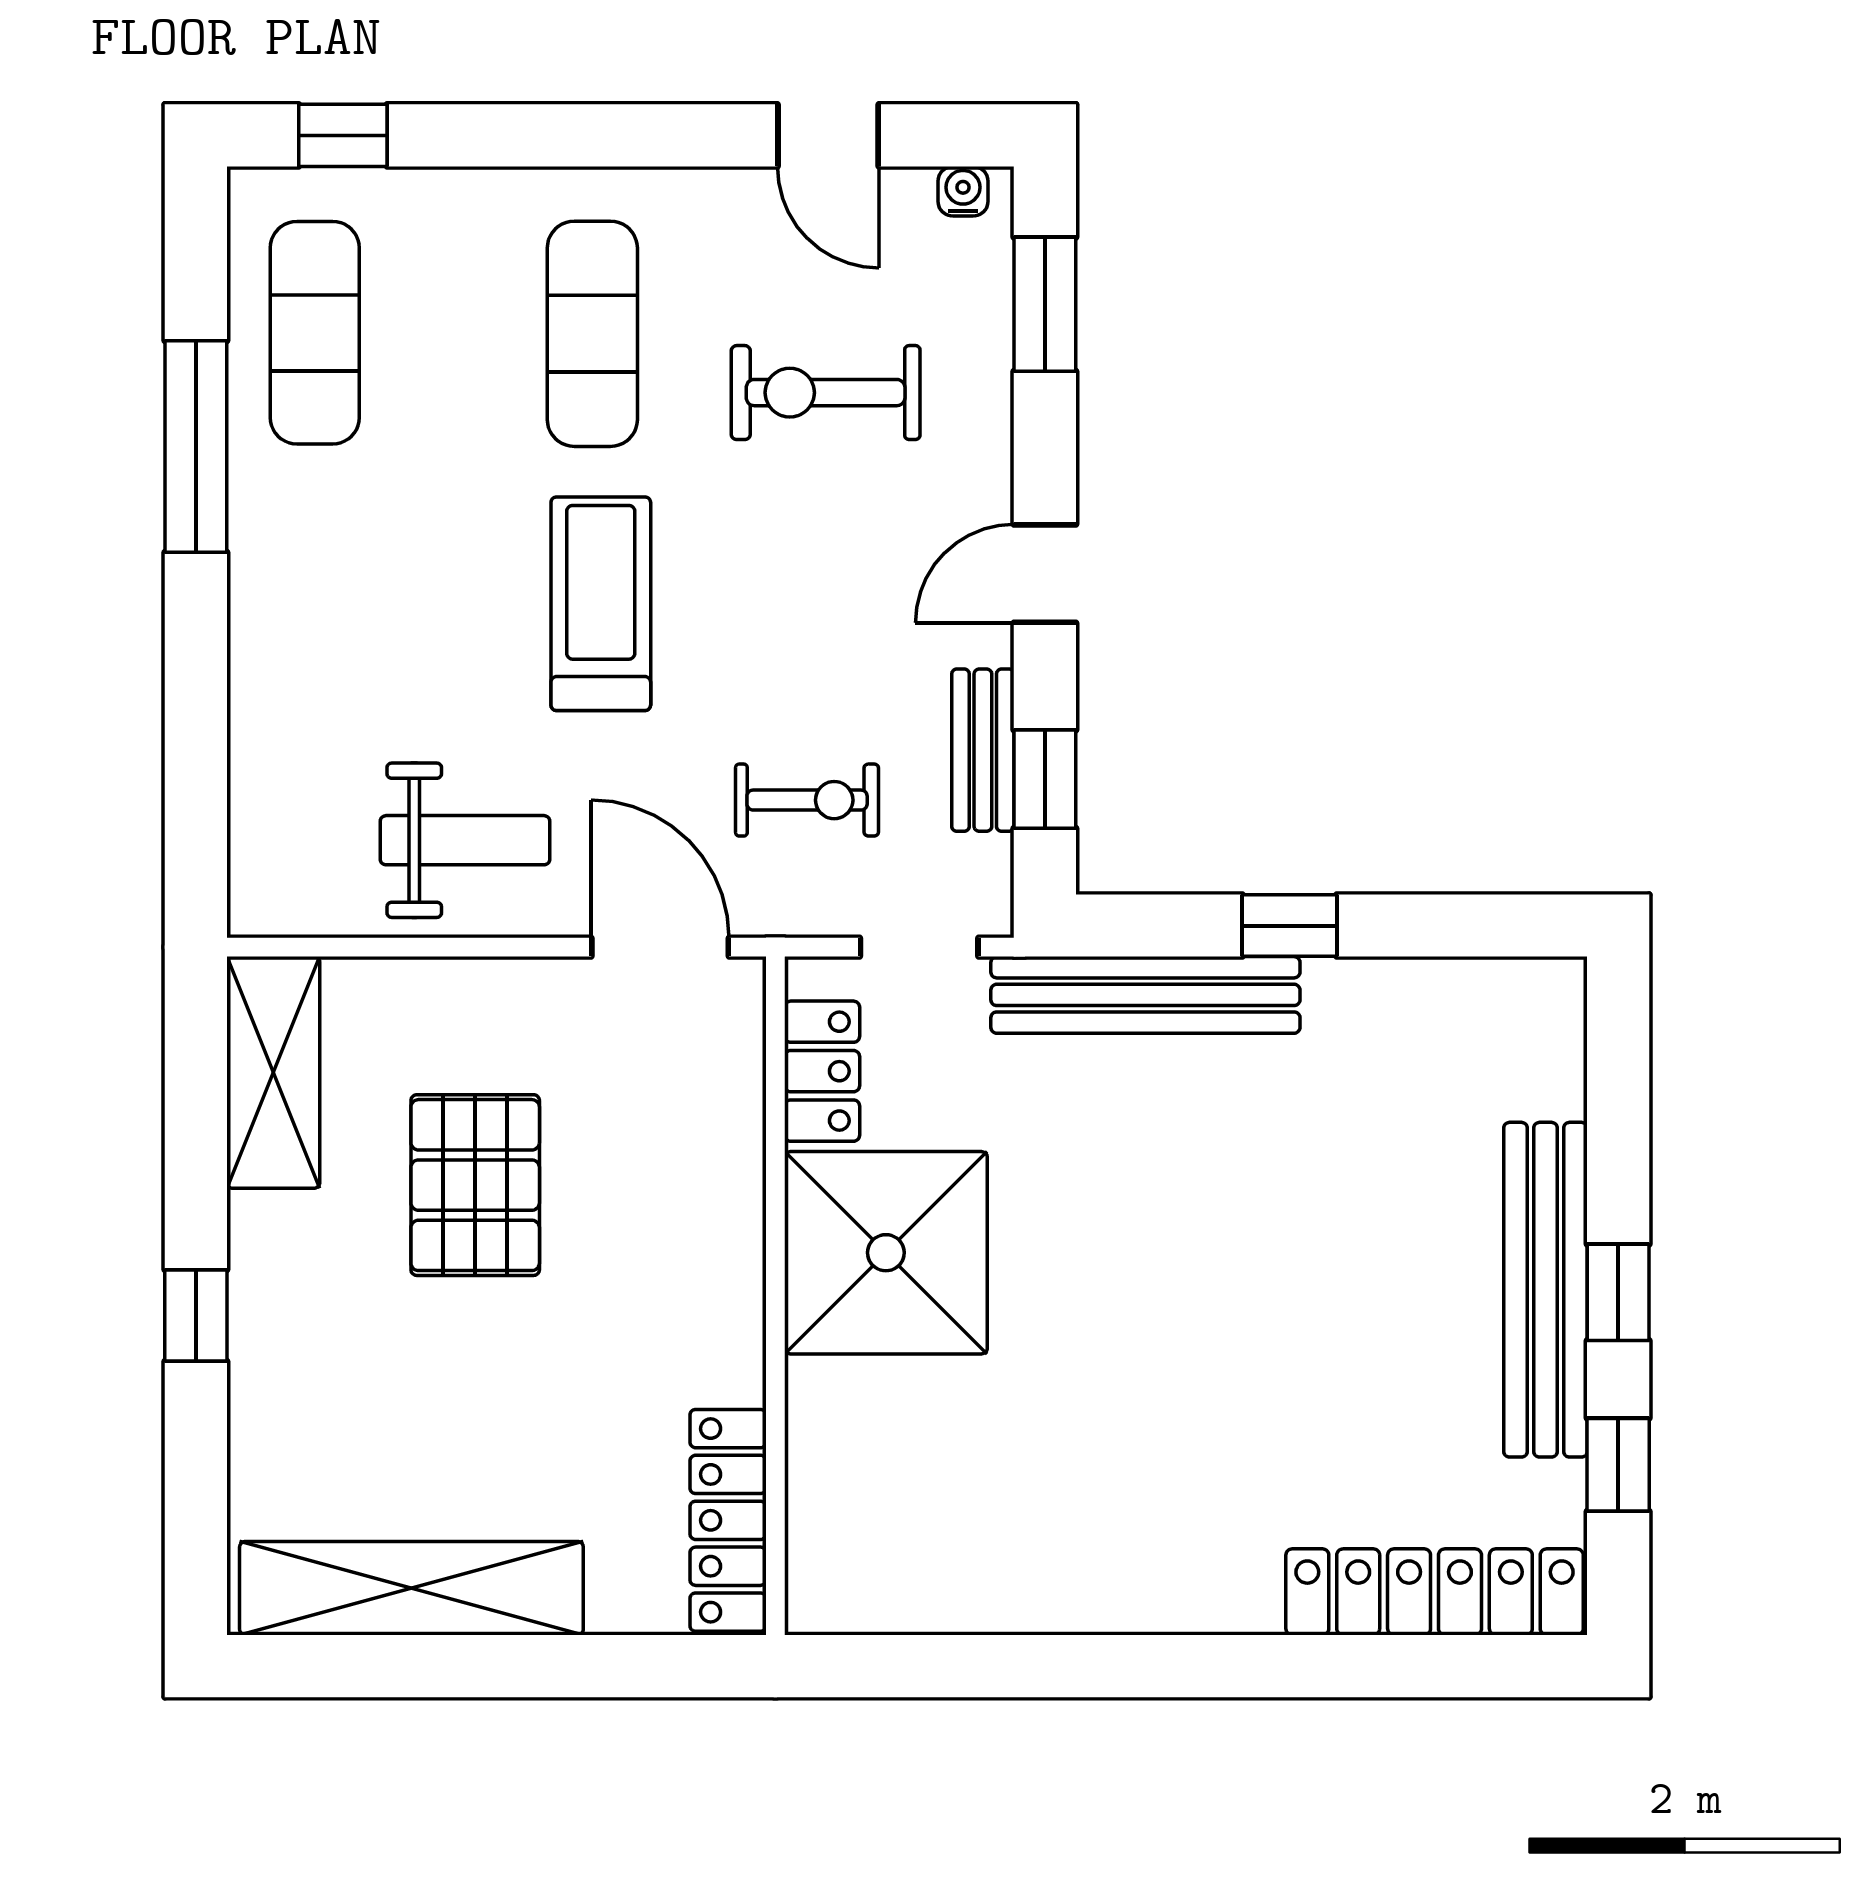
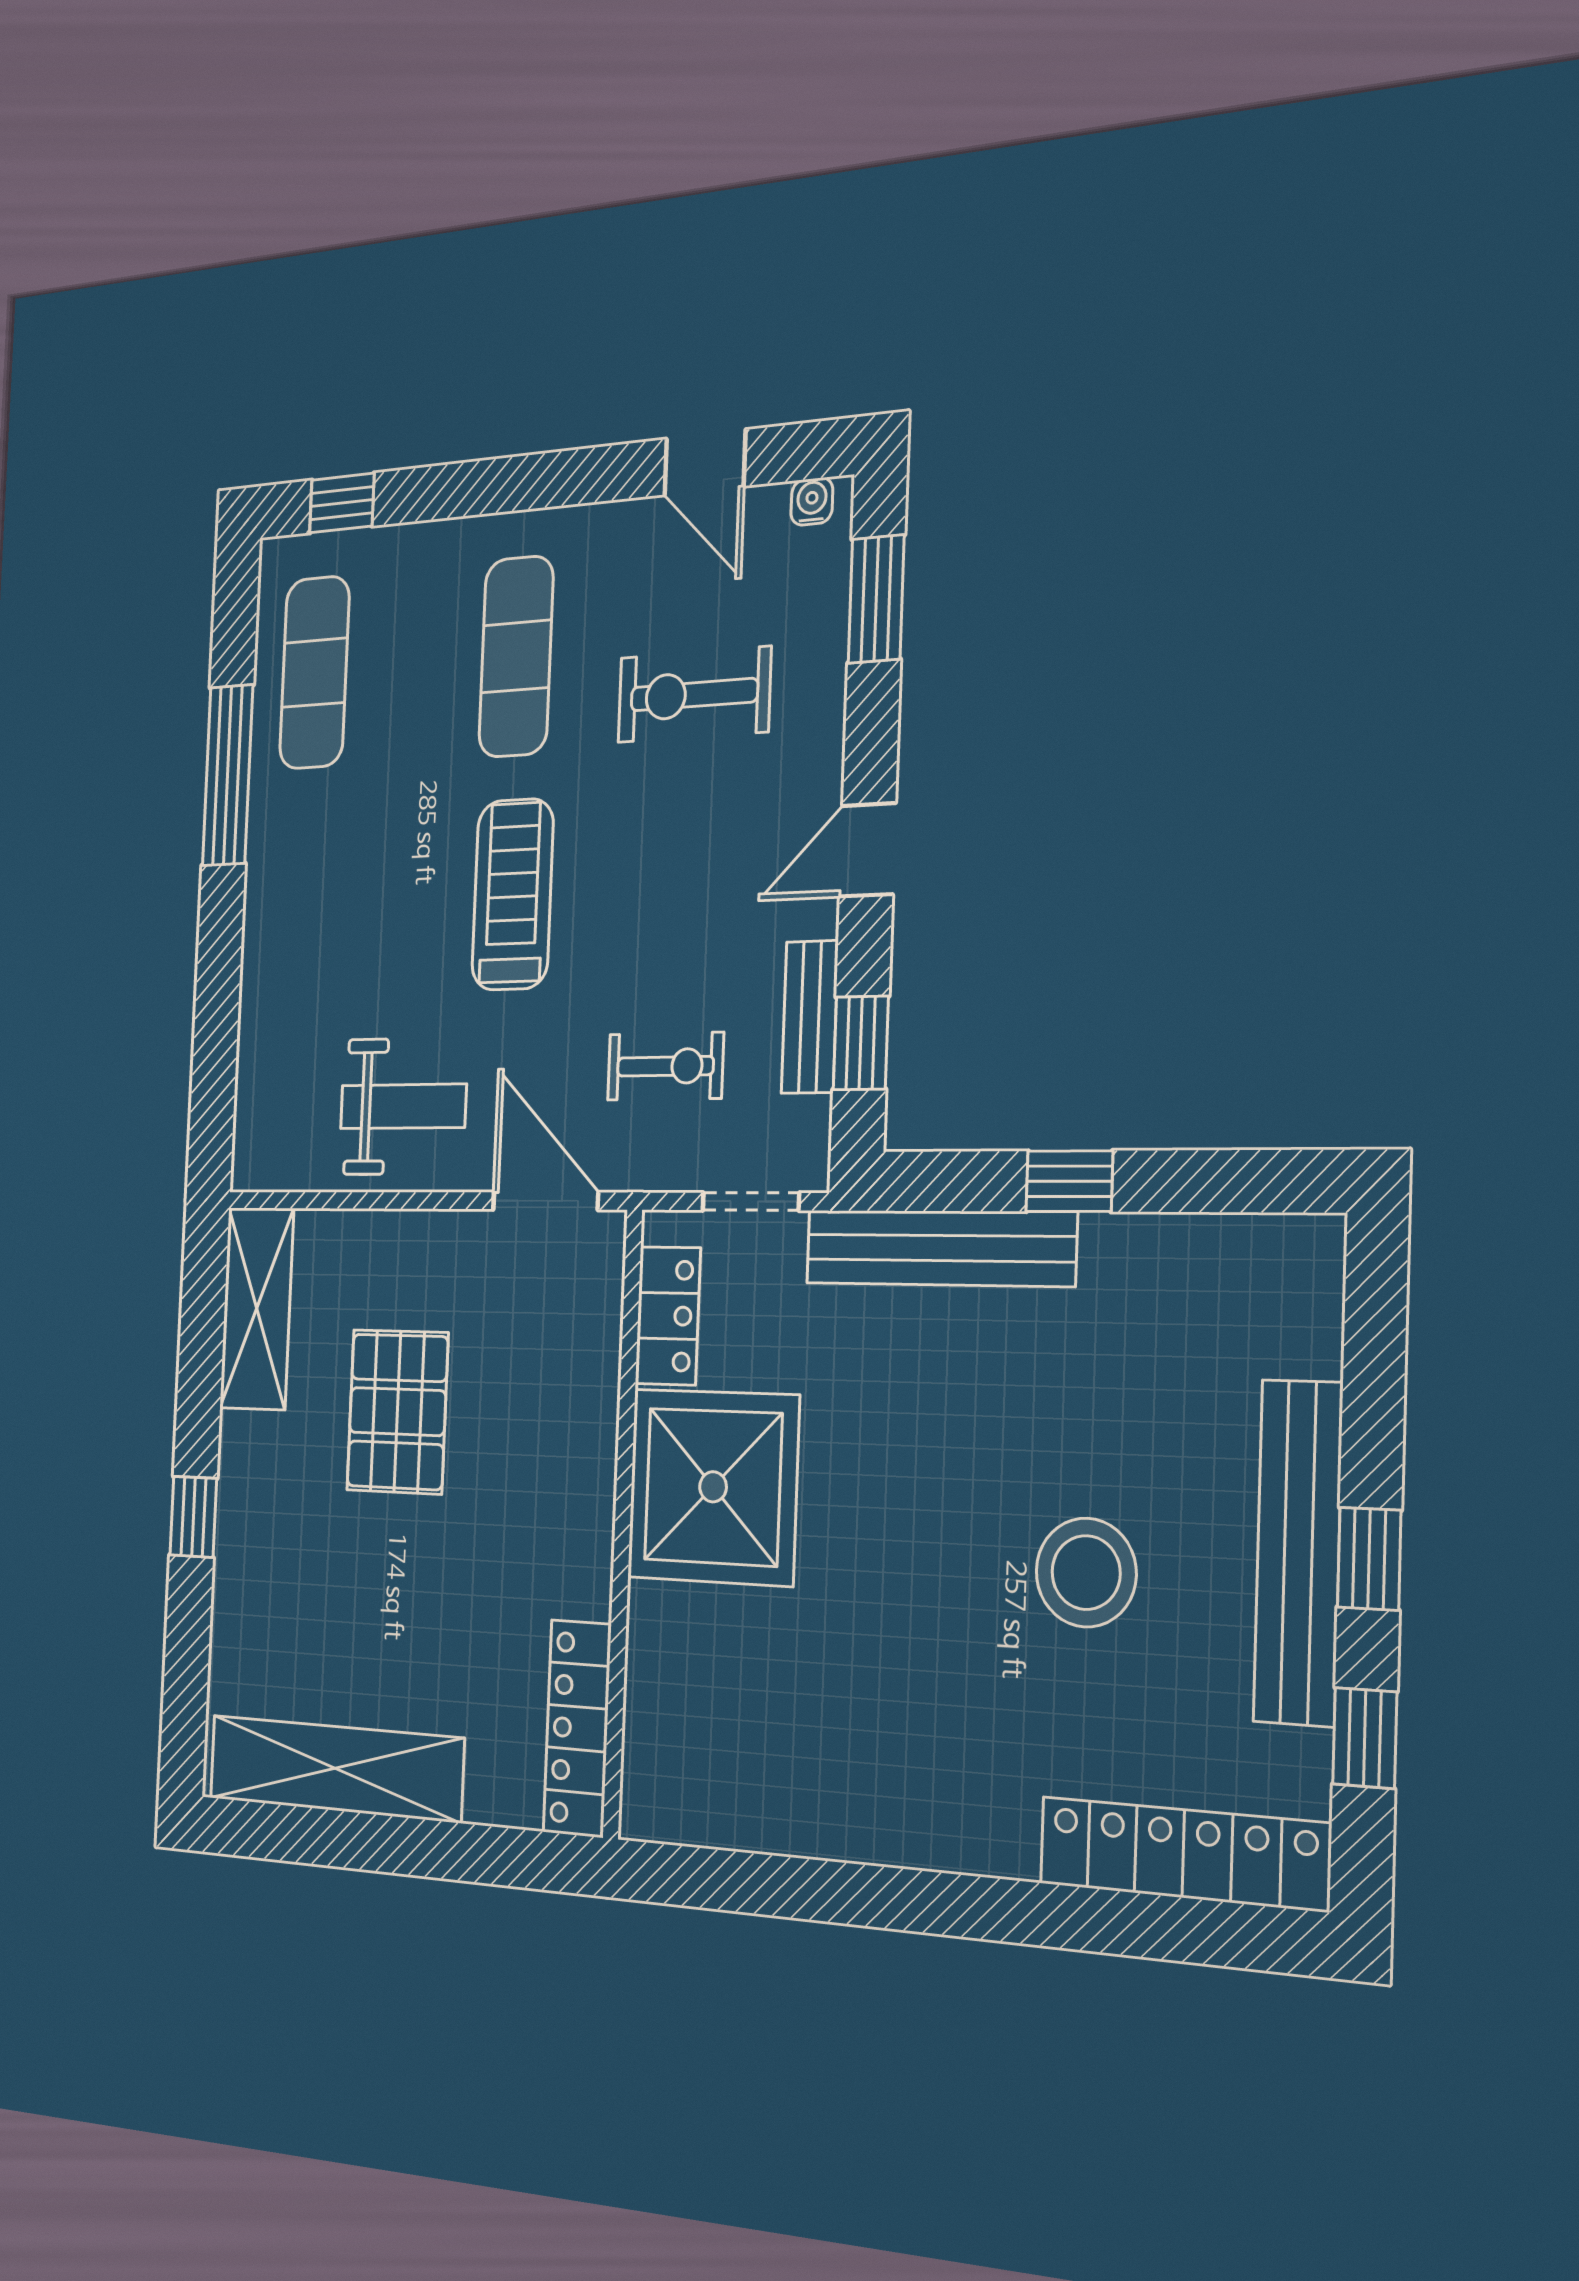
stool: (1321, 1321) -> (1086, 1573), added

